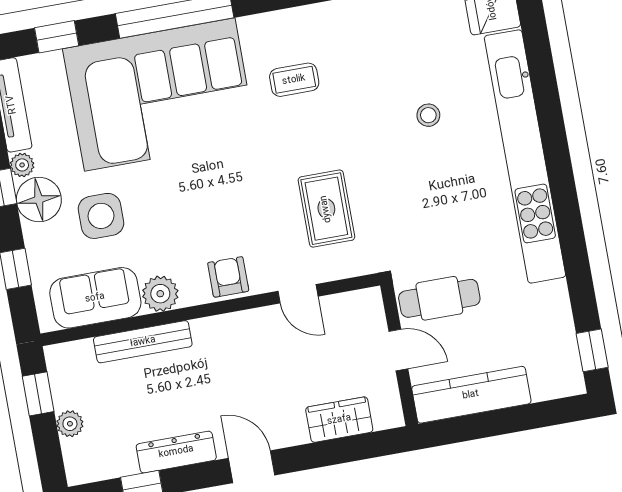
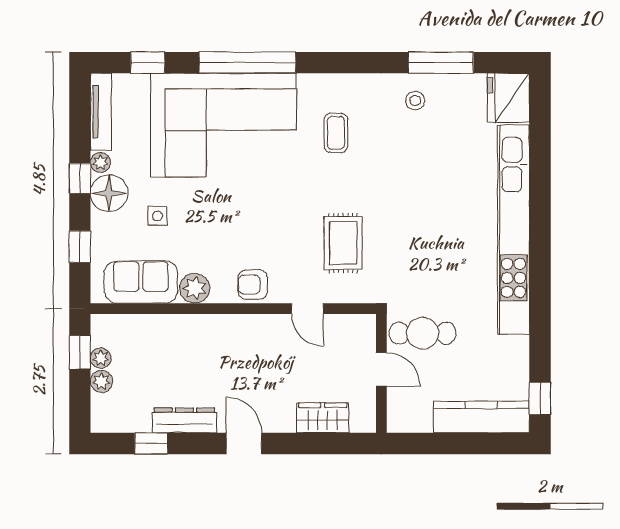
coffee table: (294, 80) -> (336, 133), turned 90
stool: (428, 115) -> (415, 101), moved
side table: (101, 216) -> (158, 216), width x0.54, depth x0.54
armchair: (228, 277) -> (253, 285), turned -90
bench: (143, 342) -> (173, 325), removed
kitchen counter: (471, 395) -> (481, 417), moved
plant: (64, 396) -> (101, 358), added

